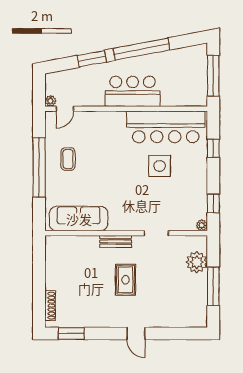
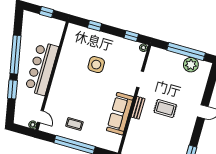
window: (213, 76) -> (47, 12), width x0.46
bar counter: (133, 91) -> (42, 68), width x1.36
bar counter: (166, 127) -> (71, 53), removed
sofa: (79, 219) -> (120, 114), moved
plant: (197, 262) -> (191, 65), moved
window: (213, 286) -> (186, 52), width x1.46

